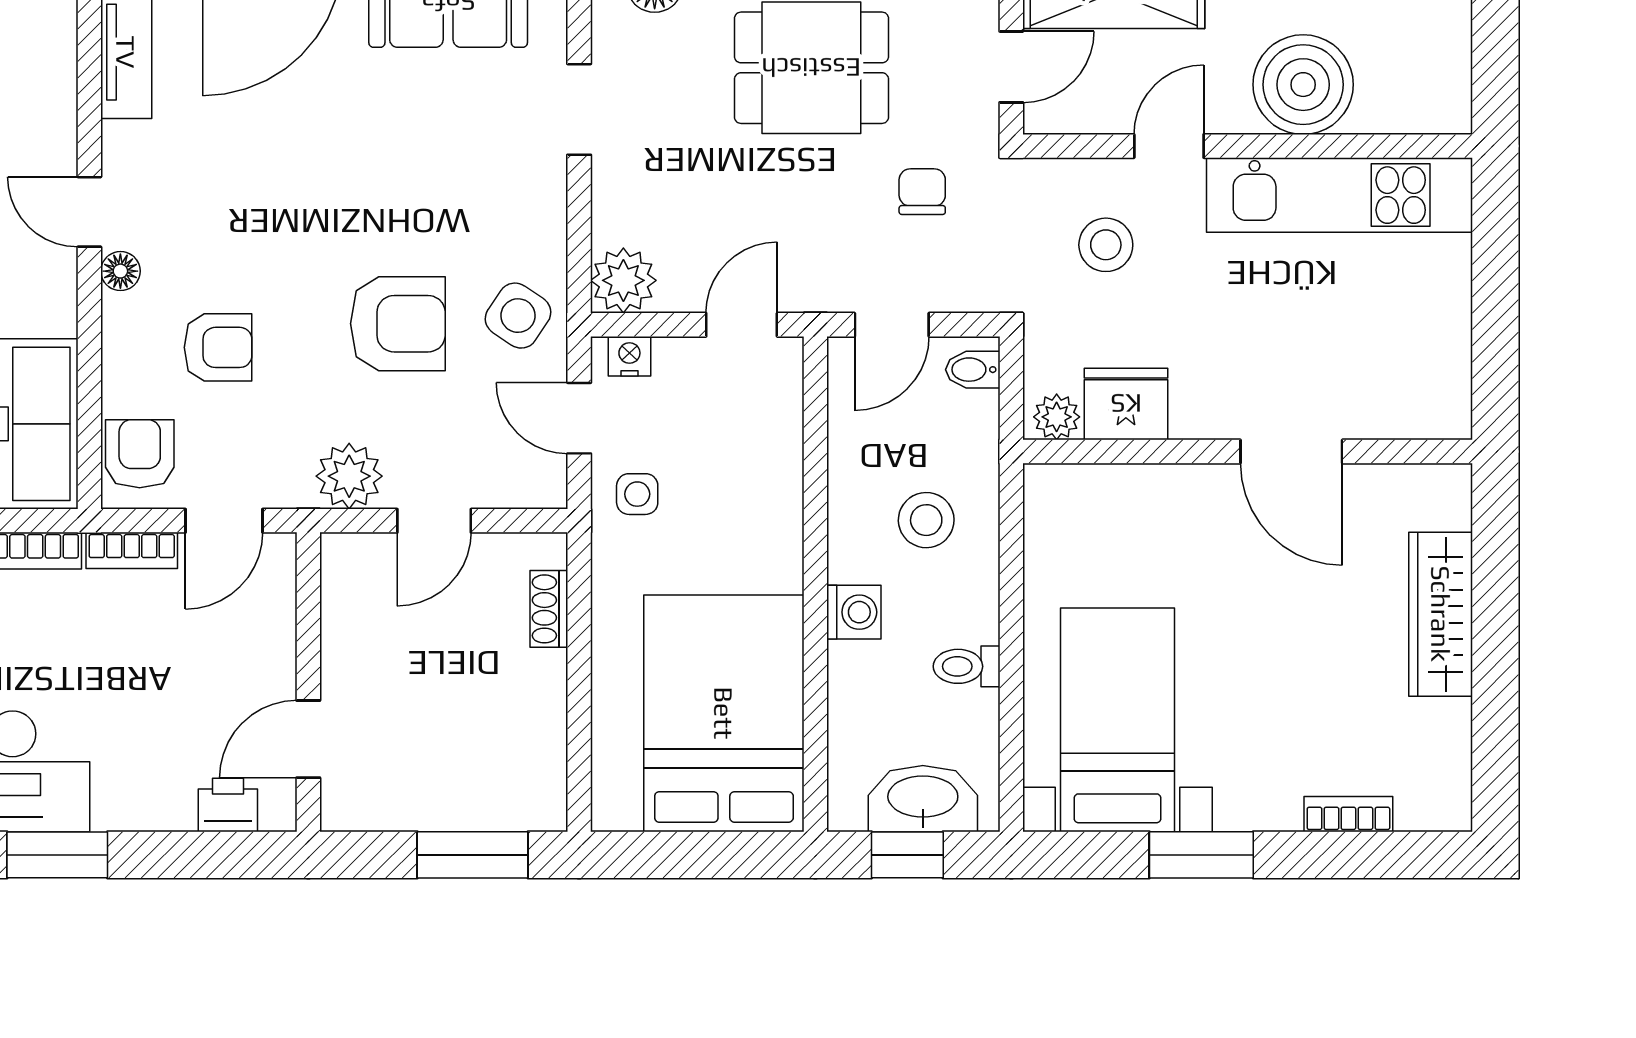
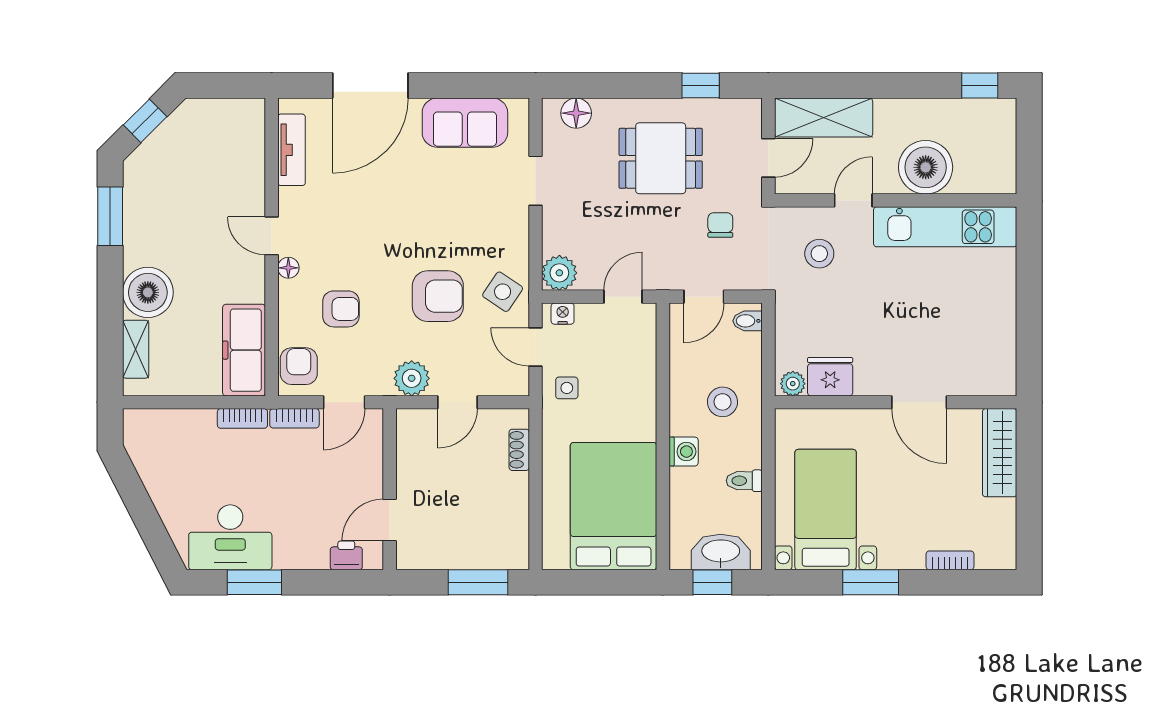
fridge: (1126, 404) -> (830, 377), moved
plant: (1057, 417) -> (793, 384), moved
wall: (1248, 452) -> (896, 402), moved
door: (1291, 452) -> (919, 402), moved

